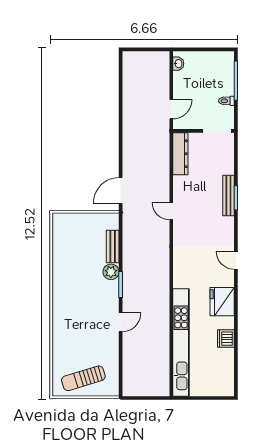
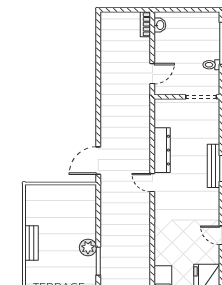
bookcase: (165, 63) -> (145, 24), added
dresser: (180, 154) -> (162, 150), moved
bench: (113, 247) -> (32, 243), moved

